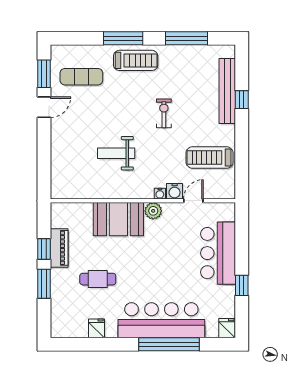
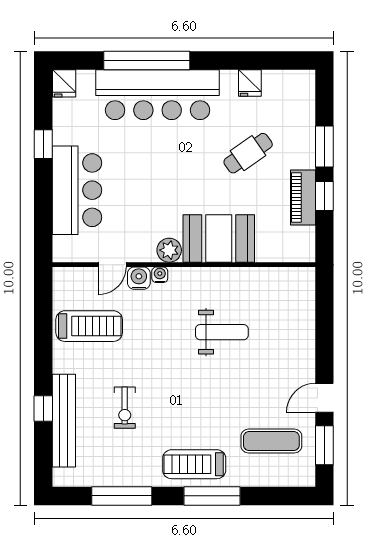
exercise bike: (164, 113) -> (125, 408), moved
cafe table: (98, 279) -> (248, 153), turned -35

